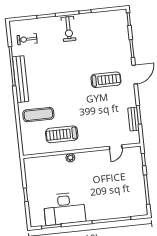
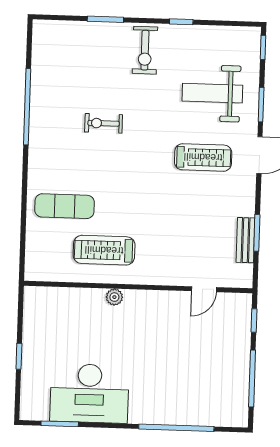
exercise bike: (27, 39) -> (104, 123), moved
weight bench: (106, 46) -> (212, 93), added
bench: (21, 79) -> (40, 133), removed

